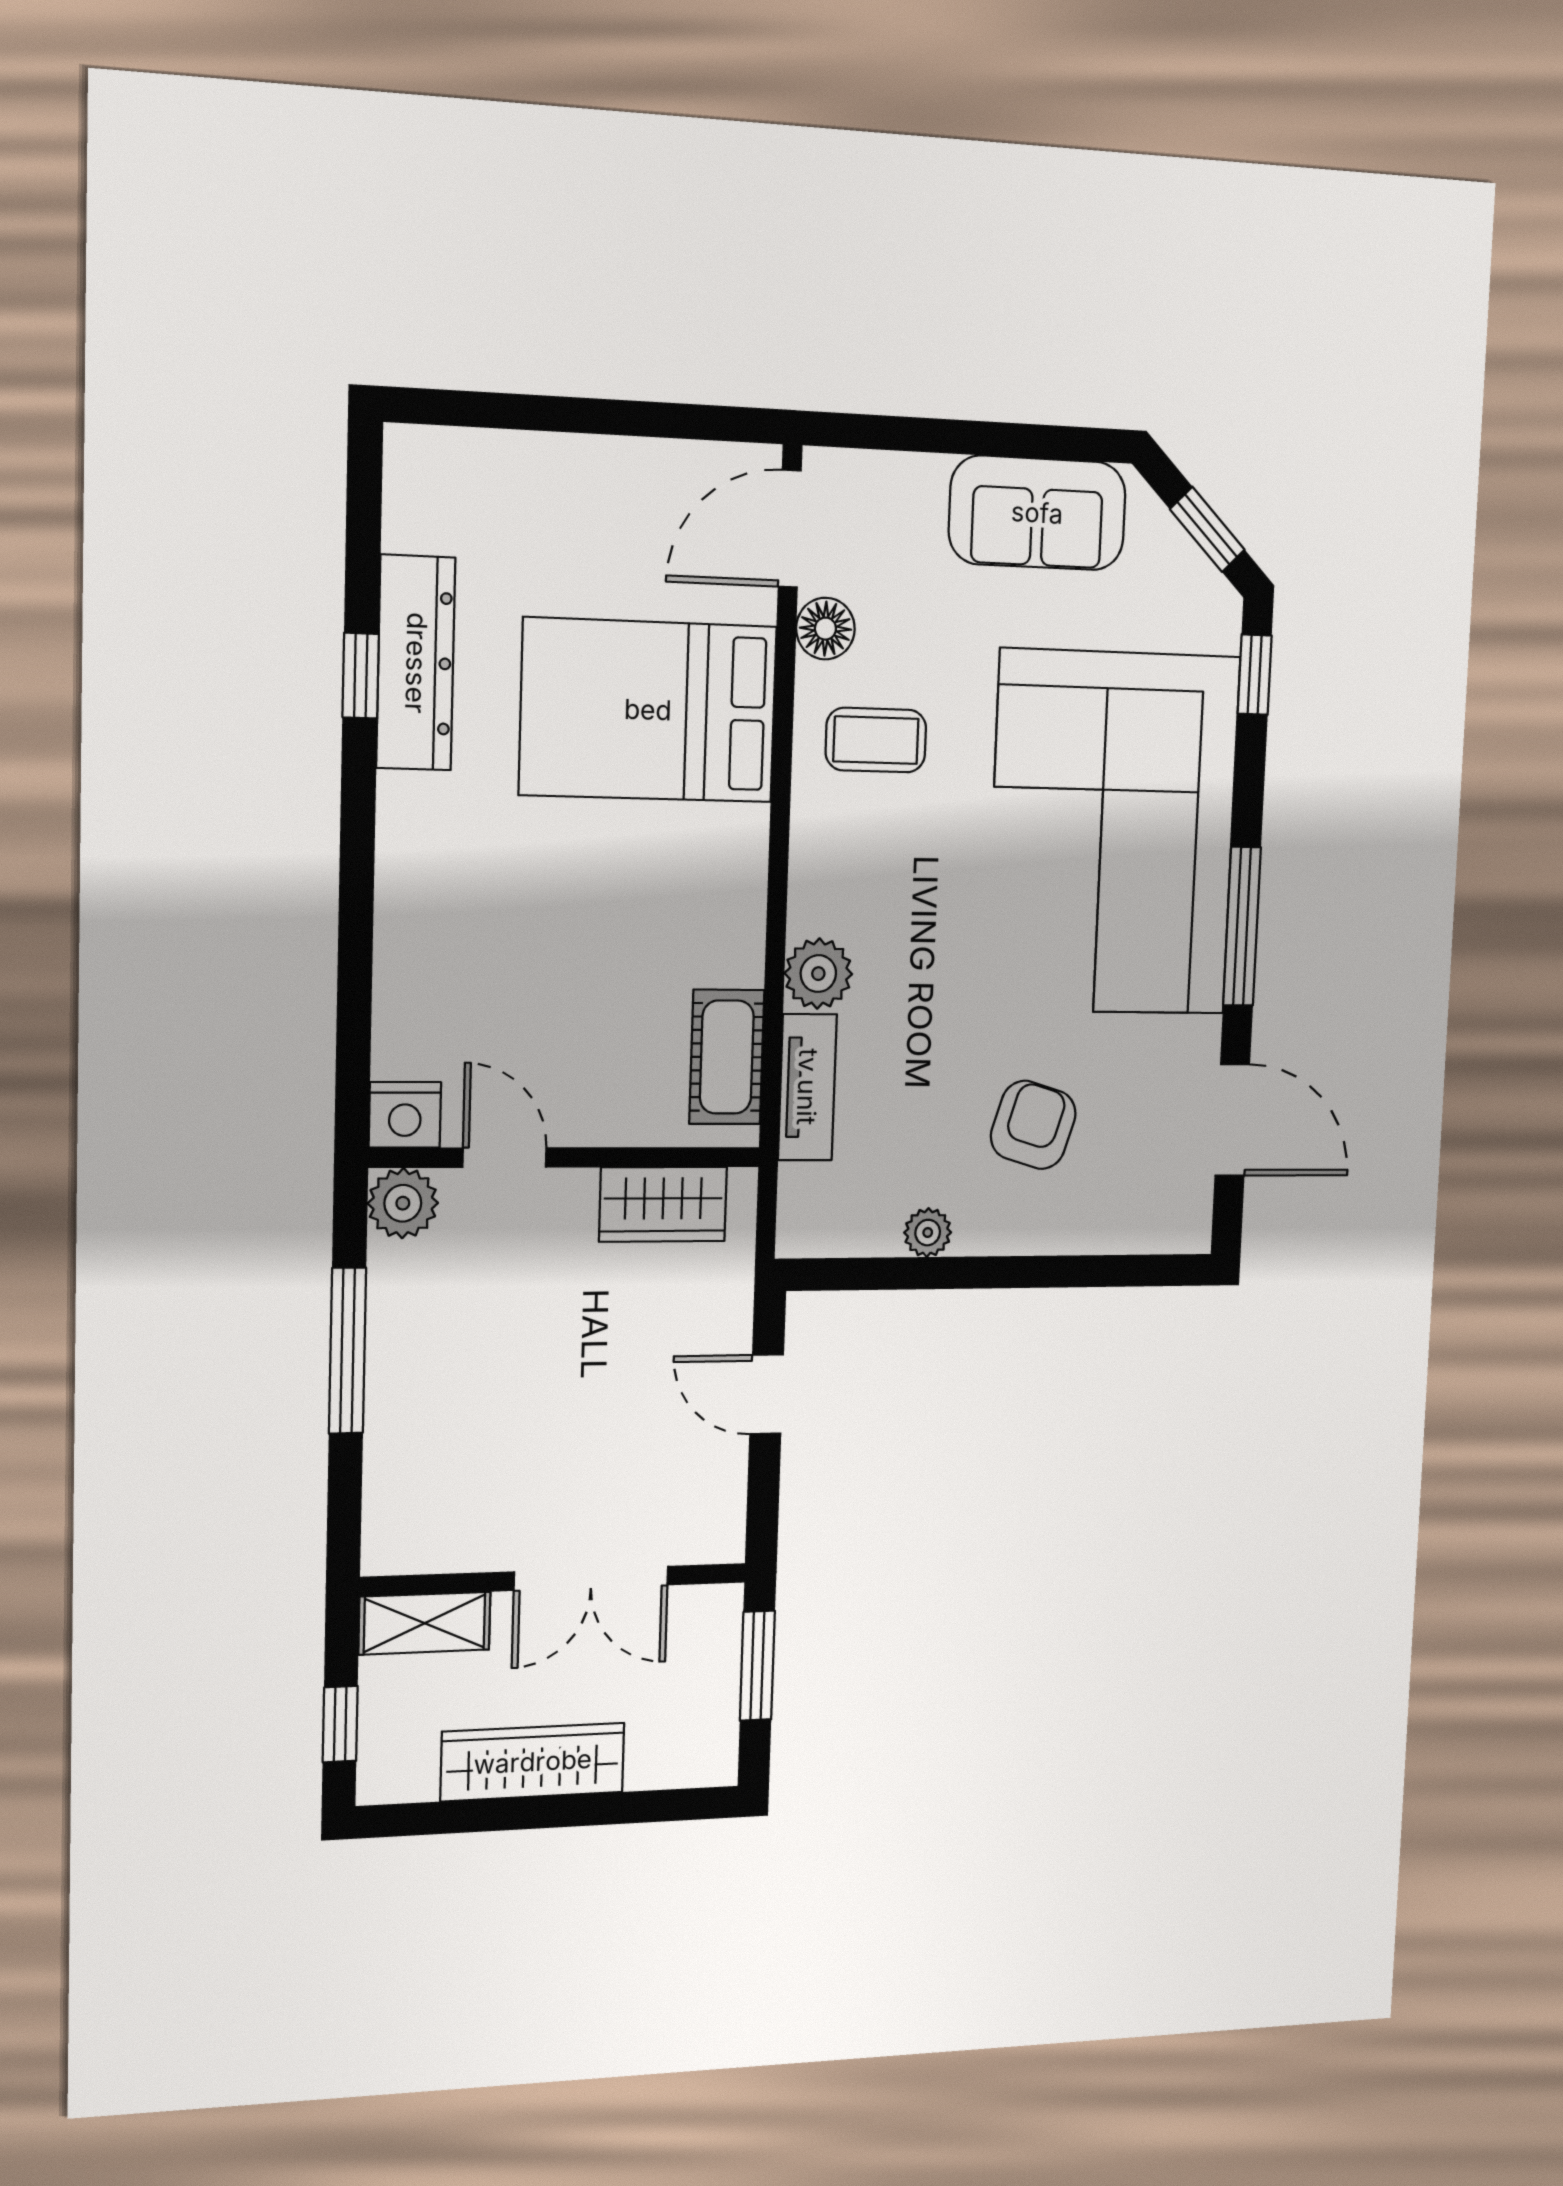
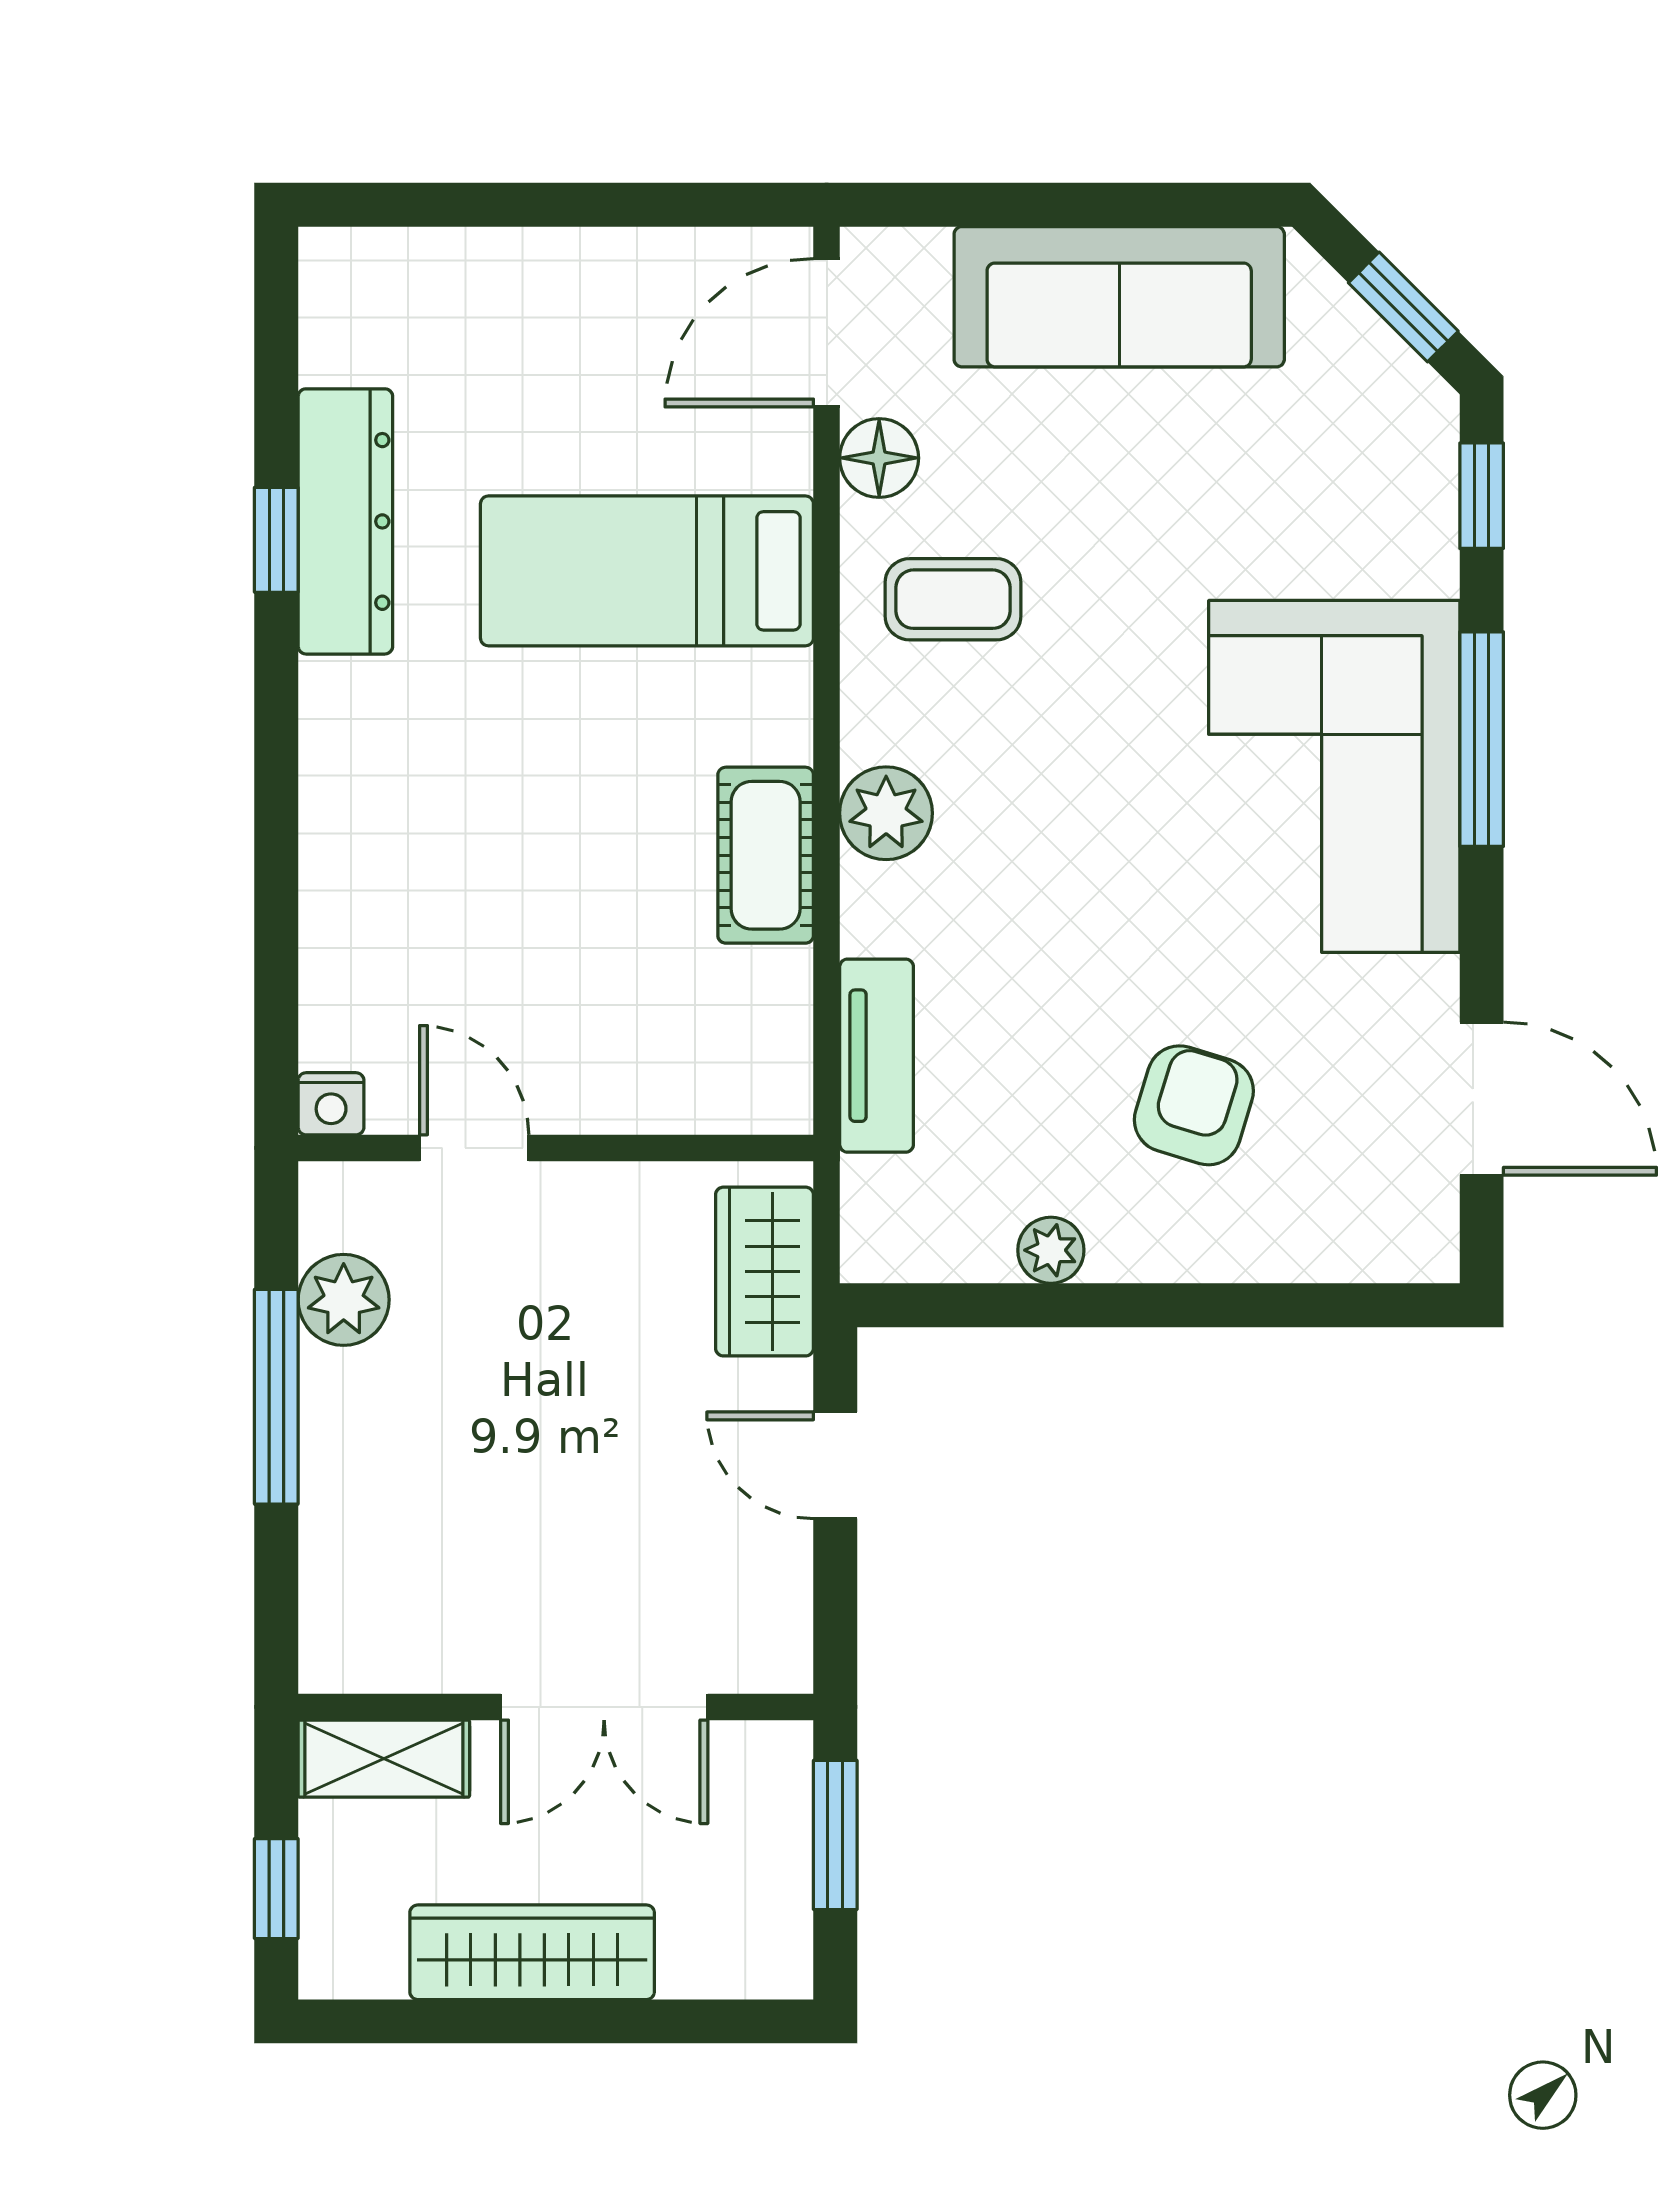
sofa: (1037, 513) -> (1119, 297), width x1.36
bed: (648, 710) -> (647, 571), width x0.67
corner sofa: (1113, 833) -> (1334, 776), width x0.73, depth x0.74
window: (1242, 926) -> (1482, 739), moved
plant: (818, 974) -> (886, 813), moved
cot: (727, 1057) -> (766, 855), moved
nightstand: (405, 1115) -> (331, 1104), width x0.72, depth x0.74
plant: (403, 1203) -> (344, 1300), moved
wardrobe: (663, 1204) -> (764, 1272), moved, turned 90

